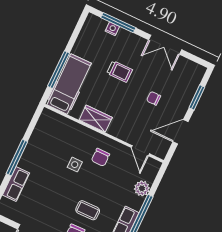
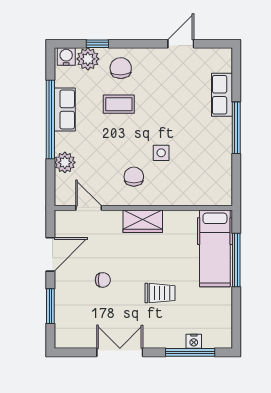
trolley: (120, 71) -> (160, 293), turned 180
wardrobe: (96, 119) -> (143, 221), moved

